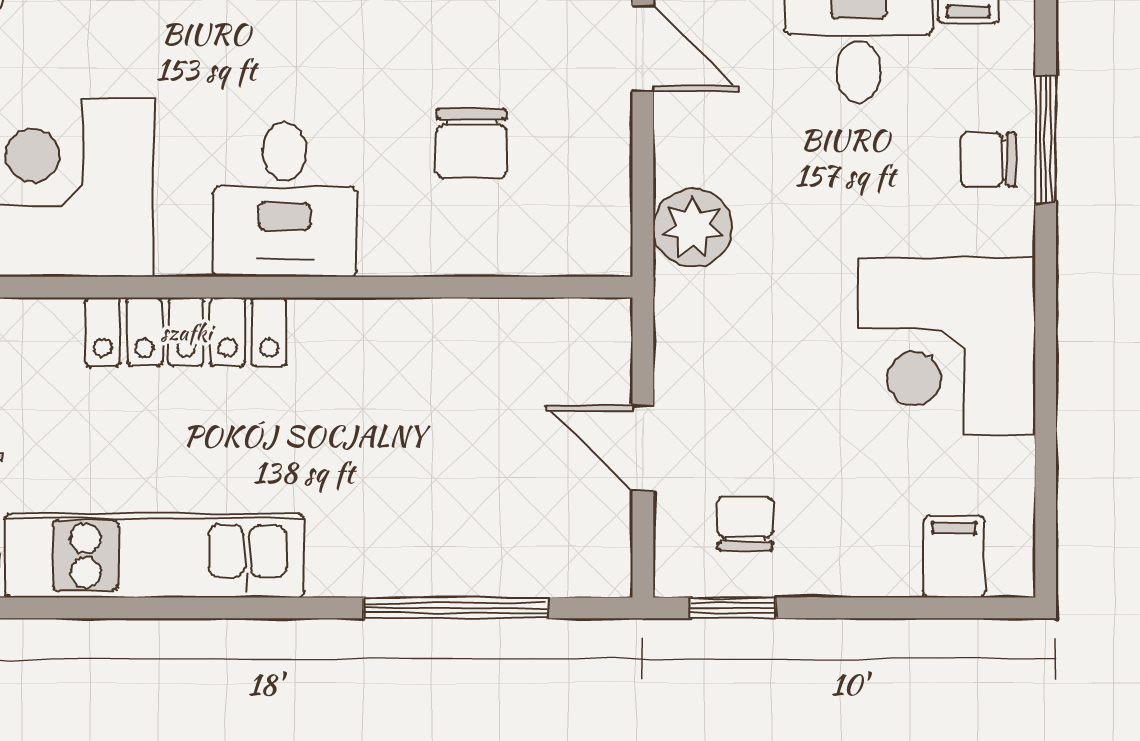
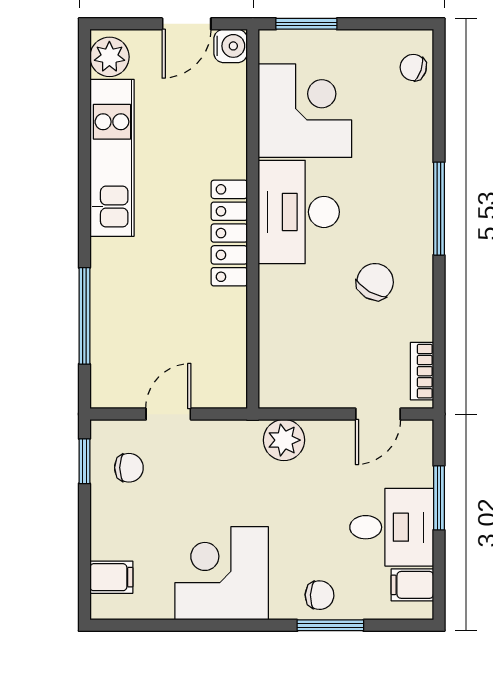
chair: (471, 143) -> (375, 282), moved, turned 120
chair: (988, 160) -> (320, 595), turned 92
desk: (284, 199) -> (299, 212), width x1.37
locker: (186, 332) -> (229, 233), moved

